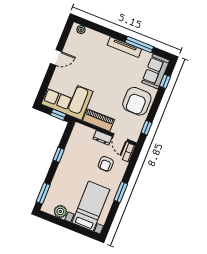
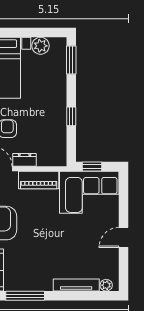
tv unit: (124, 47) -> (76, 285), moved

